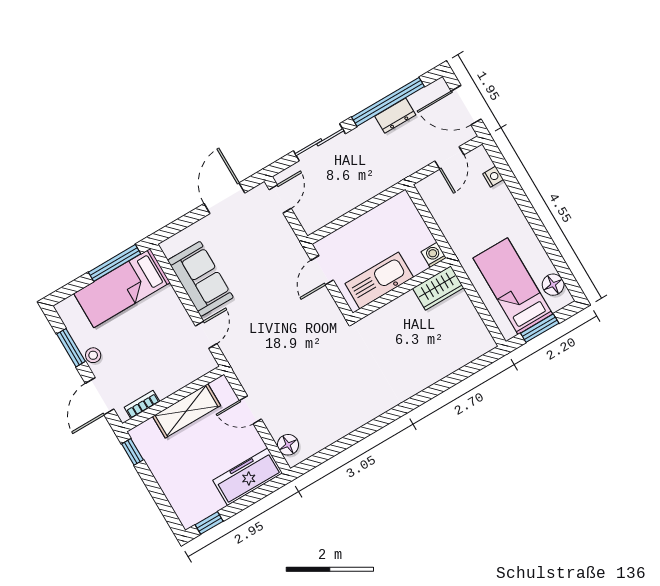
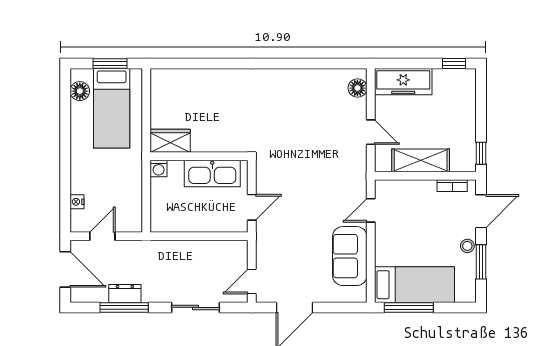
window: (388, 102) -> (124, 307), width x0.68

